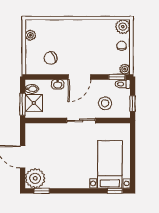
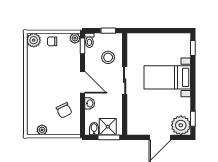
bed with nightstands: (110, 164) -> (167, 77), moved

